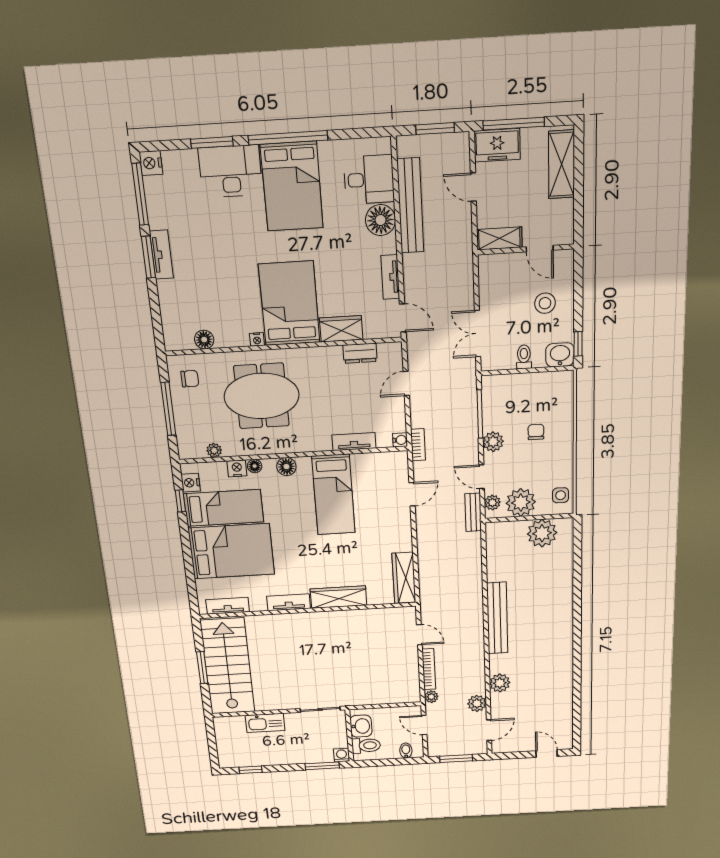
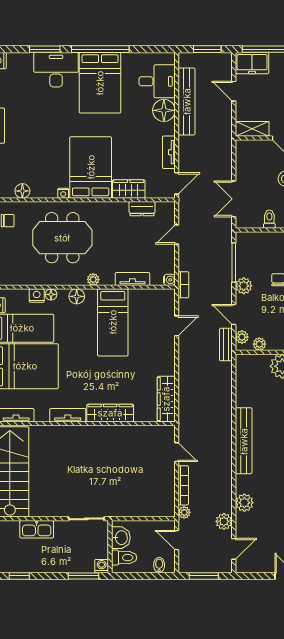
door: (403, 318) -> (177, 183), hinge flipped
plant: (214, 450) -> (93, 279), moved
plant: (521, 503) -> (259, 344), width x0.53, depth x0.53

